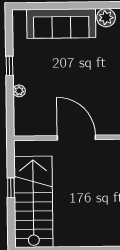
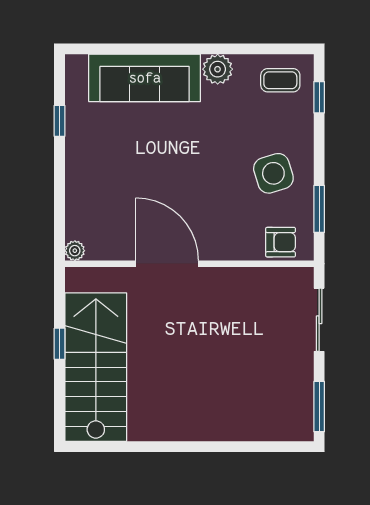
window: (9, 66) -> (60, 121), moved
plant: (19, 91) -> (75, 251), moved

